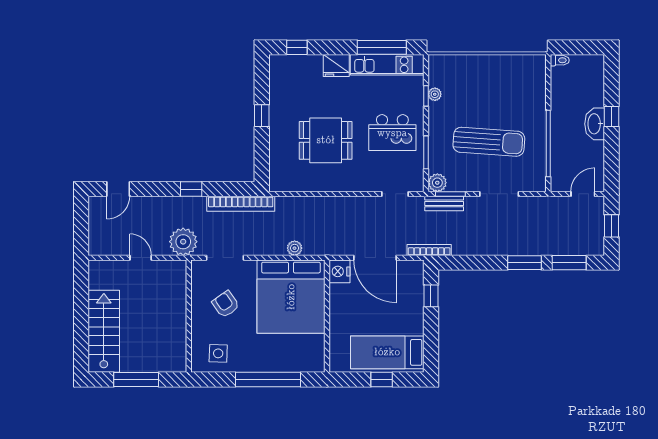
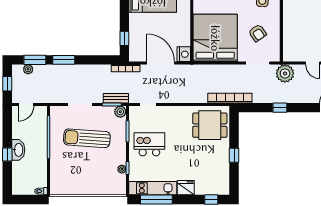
dining table: (326, 140) -> (210, 125), moved
bookcase: (241, 204) -> (230, 98), moved
plant: (295, 248) -> (28, 69), moved

